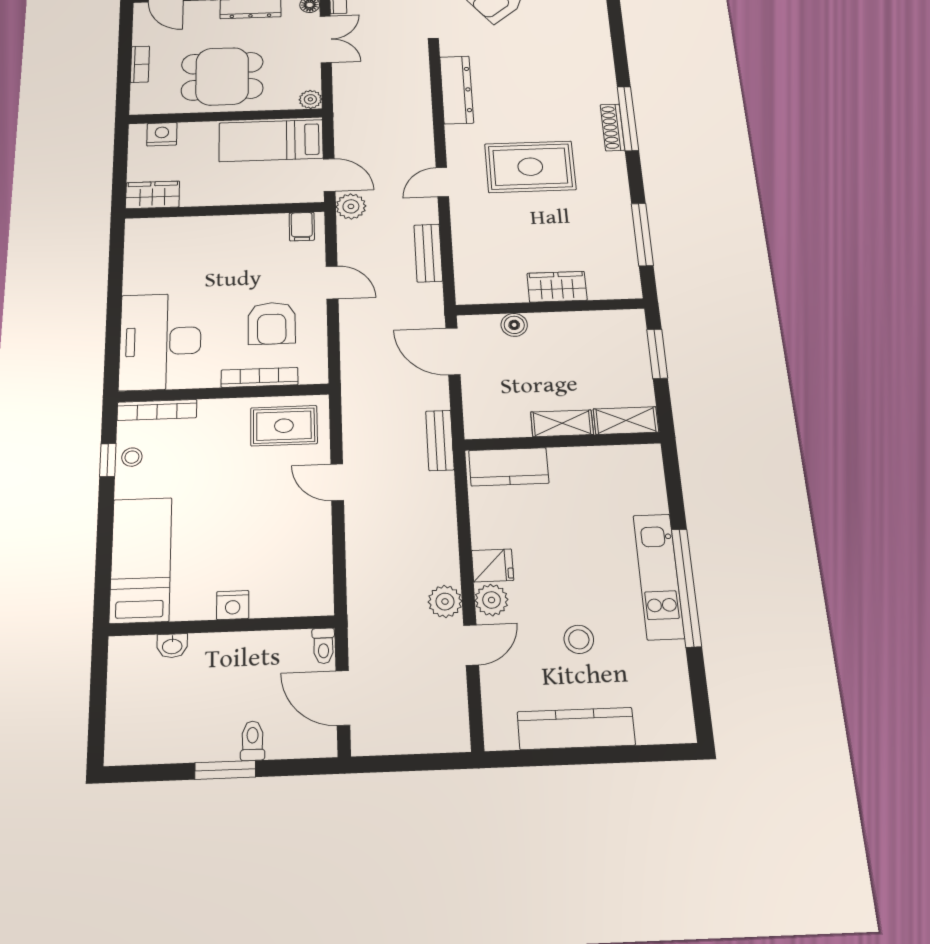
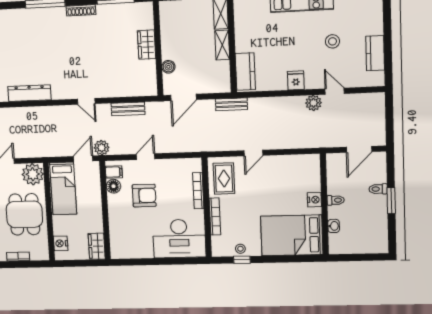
plant: (310, 99) -> (33, 174), width x1.87, depth x1.87
shoe rack: (612, 127) -> (81, 10), moved
rug: (530, 167) -> (76, 56), removed
floor lamp: (273, 226) -> (114, 186), added
armchair: (272, 323) -> (144, 196), moved
bookcase: (157, 410) -> (215, 216), moved
bed: (141, 560) -> (292, 235), width x1.50
plant: (492, 600) -> (313, 81), removed
toilet: (323, 646) -> (336, 200), moved
kitchen counter: (576, 729) -> (375, 53), width x0.67

